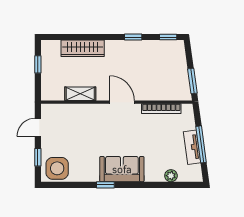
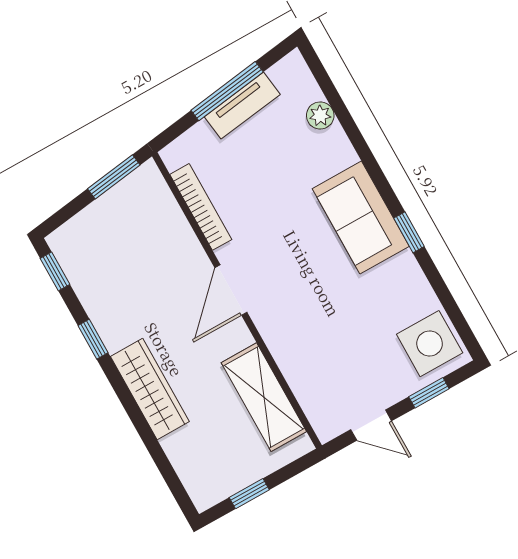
wardrobe: (83, 48) -> (150, 389), moved
shelving: (80, 94) -> (264, 397), width x1.50, depth x1.33

